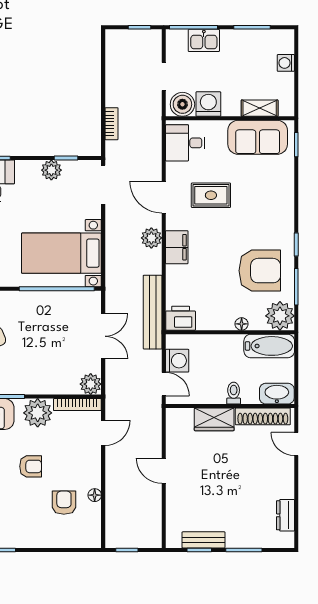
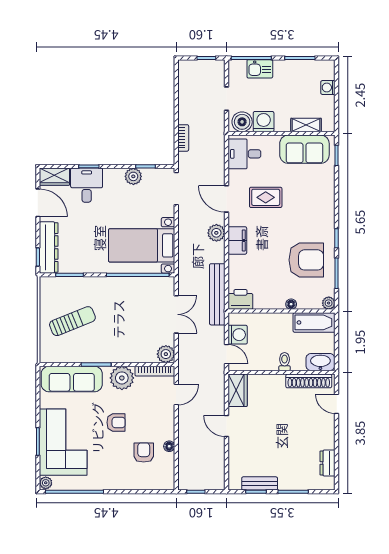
plant: (280, 316) -> (329, 303), width x0.53, depth x0.53
wardrobe: (214, 419) -> (238, 390), moved, turned -90

